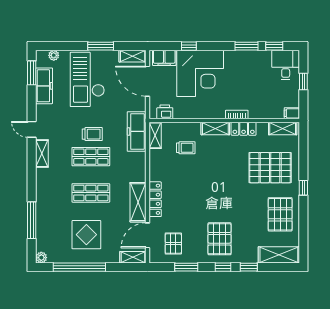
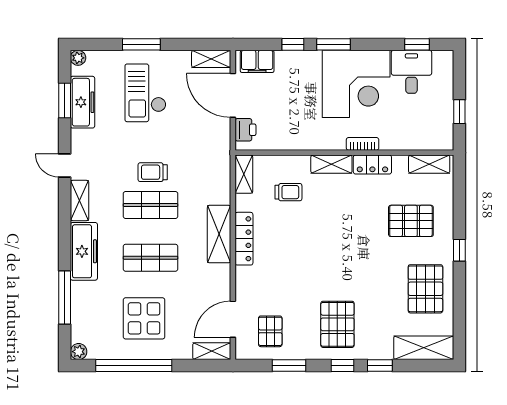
window: (101, 46) -> (141, 44), moved
window: (246, 46) -> (334, 44), moved
plant: (54, 55) -> (78, 58), moved
desk: (286, 65) -> (411, 72), moved
window: (32, 73) -> (65, 101), moved
corner desk: (200, 73) -> (356, 84), moved
checkout: (87, 79) -> (145, 93), width x0.73, depth x0.83
window: (303, 81) -> (459, 112), moved
printer: (165, 112) -> (246, 130), moved, turned 90
filing cabinet: (292, 113) -> (443, 142), removed
freezer: (137, 131) -> (84, 251), moved, turned 180
trolley: (92, 134) -> (153, 172), turned 180
pallet: (270, 168) -> (411, 221), width x0.73, depth x0.71
locker: (155, 199) -> (244, 239), moved
shelving: (138, 202) -> (219, 234), moved

